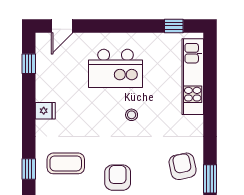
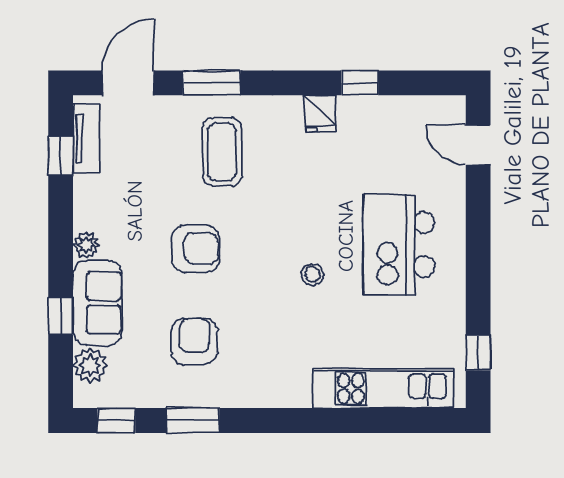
window: (29, 64) -> (360, 83), moved
armchair: (183, 166) -> (194, 341), moved, turned -78
window: (29, 169) -> (212, 83), width x1.50

